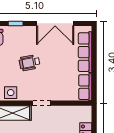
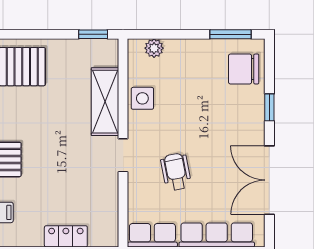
wheelchair: (29, 63) -> (176, 172), moved

